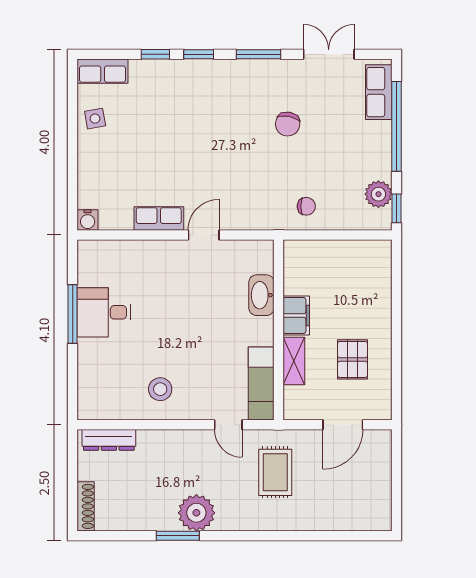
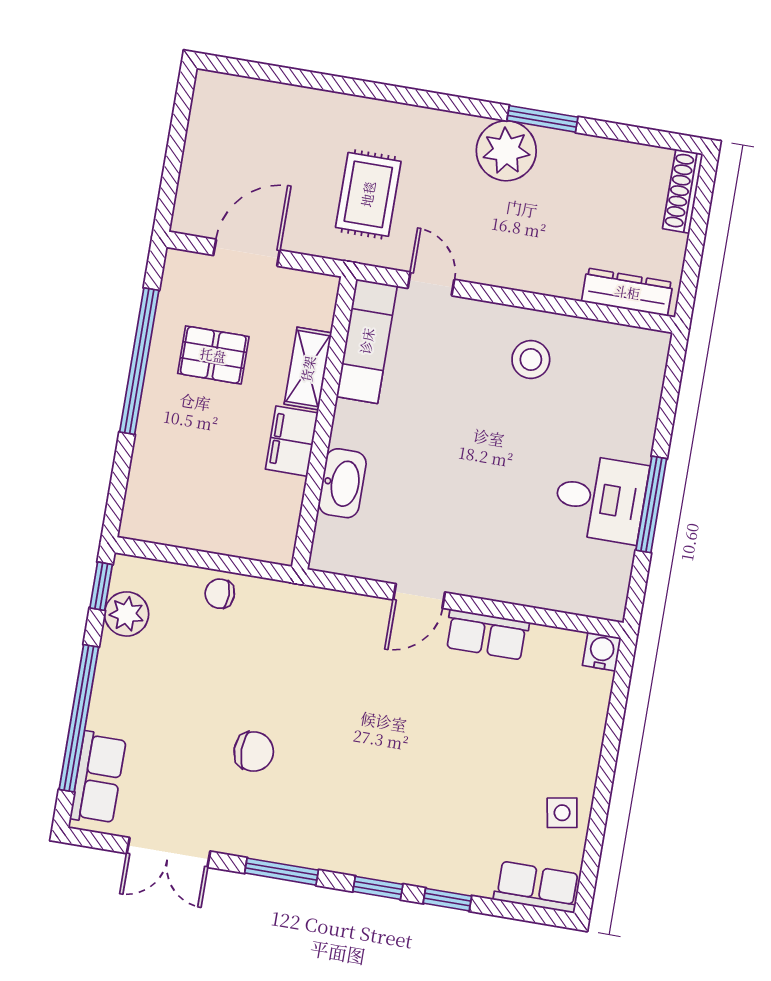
chair: (288, 124) -> (254, 751), turned 79
chair: (306, 206) -> (220, 594), moved
window: (397, 348) -> (139, 361), added
pallet: (352, 359) -> (213, 355), turned 90

